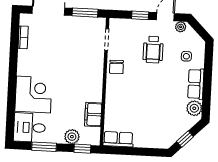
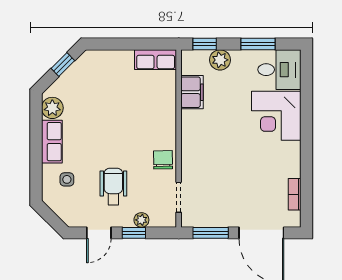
plant: (181, 27) -> (141, 220), moved

